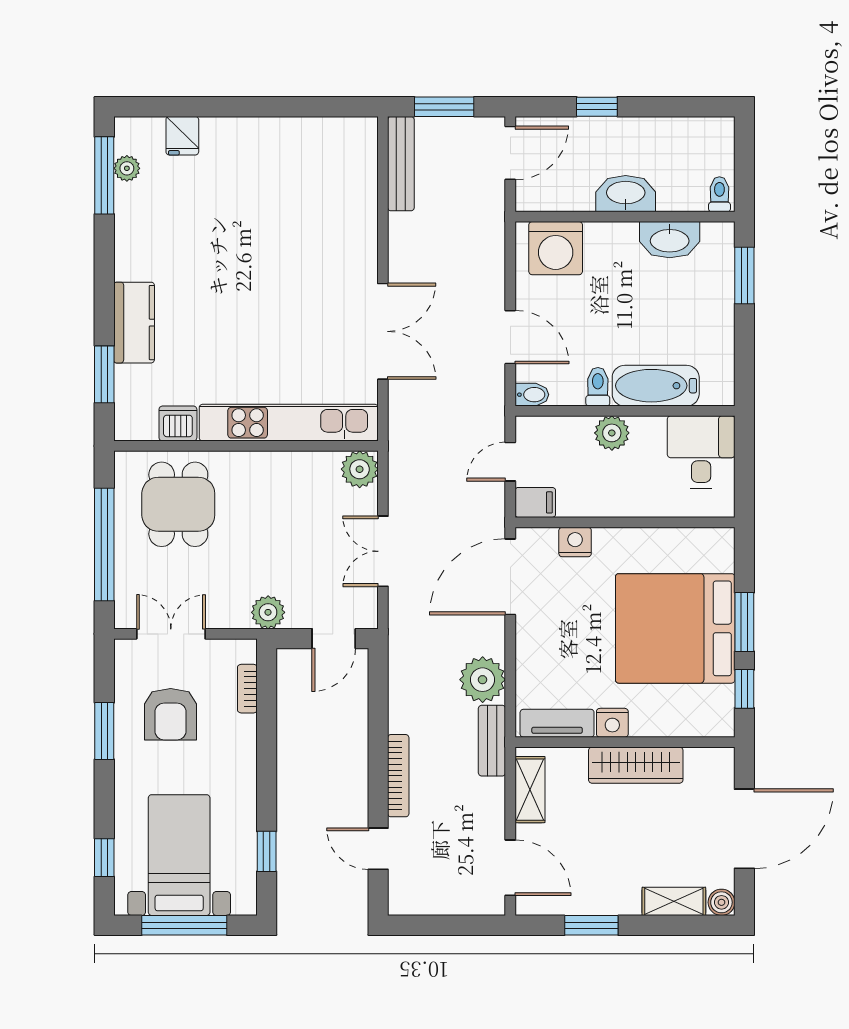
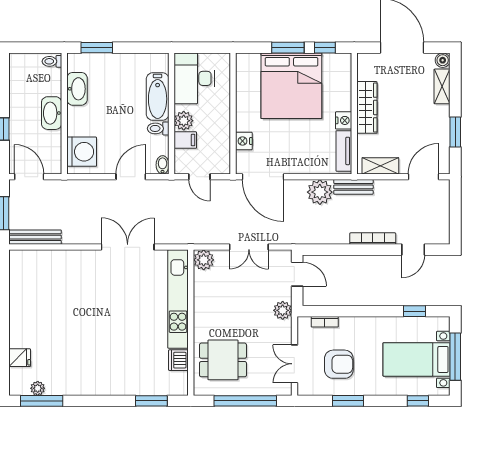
kitchen counter: (134, 323) -> (123, 384), removed
desk: (701, 452) -> (194, 78), width x1.37
filing cabinet: (535, 502) -> (185, 140), moved, turned 90

